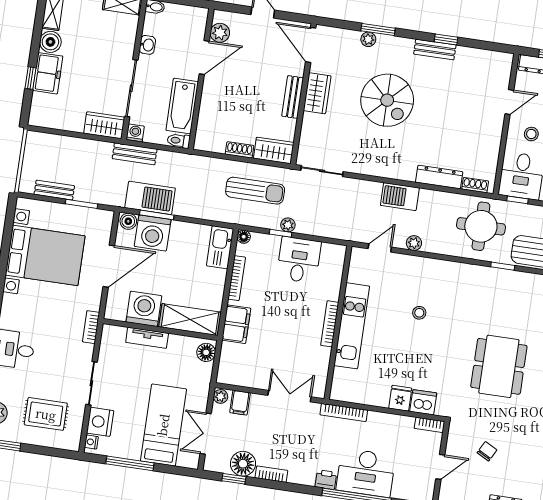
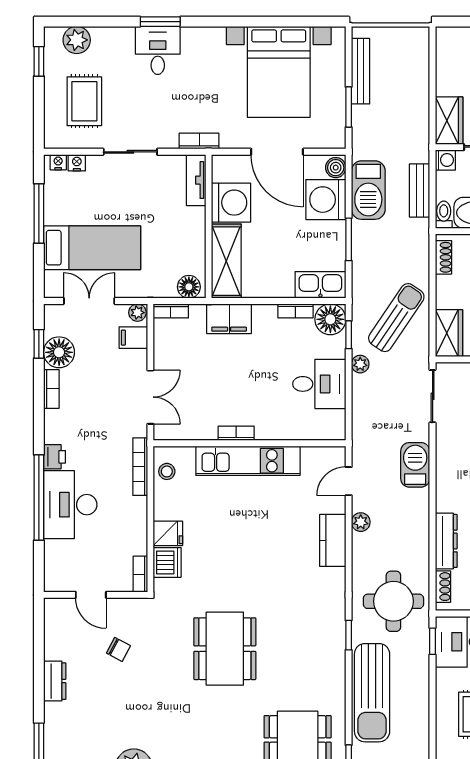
shoe rack: (239, 150) -> (443, 257), moved
bench: (135, 154) -> (420, 190), moved
bench: (54, 190) -> (361, 71), width x1.36
sun lounger: (255, 191) -> (396, 318), turned -146
barbecue: (400, 197) -> (415, 465), moved
window: (157, 215) -> (349, 239), moved
window: (281, 233) -> (349, 335), moved
floor lamp: (244, 237) -> (330, 319), width x1.89, depth x1.89
door: (380, 248) -> (349, 481), swing flipped
kitchen counter: (425, 268) -> (333, 540), added
bookcase: (237, 278) -> (295, 311), width x0.64
stool: (419, 313) -> (167, 471), moved
bookcase: (330, 324) -> (236, 433), width x0.64
tv unit: (147, 338) -> (196, 180), moved
dining table: (499, 366) -> (225, 649), turned 90
bookcase: (223, 370) -> (171, 311), added
nightstand: (100, 422) -> (77, 163), width x0.53, depth x0.56

